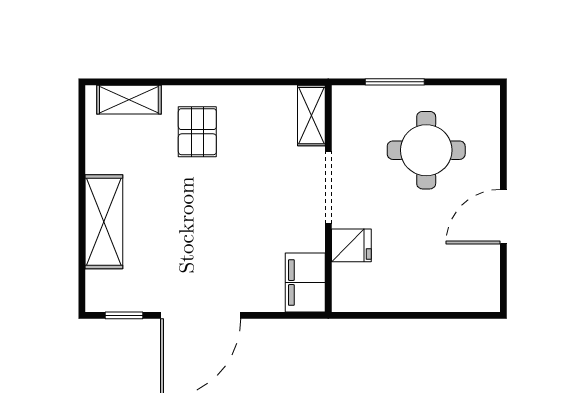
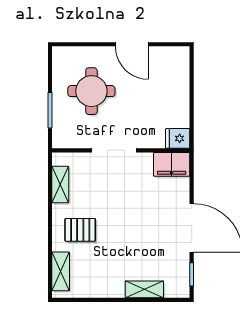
shelving: (311, 116) -> (60, 184), moved, turned 90
shelving: (104, 222) -> (144, 289), width x0.67, depth x0.75
fridge: (351, 245) -> (178, 138), moved, turned -90

